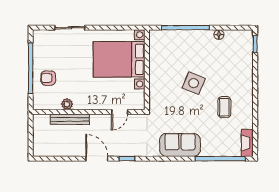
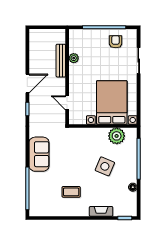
plant: (159, 54) -> (117, 136), added
armchair: (48, 78) -> (116, 42), moved
side table: (194, 83) -> (105, 166), moved
fireplace: (247, 143) -> (101, 211), moved

